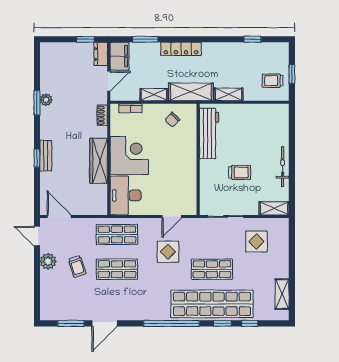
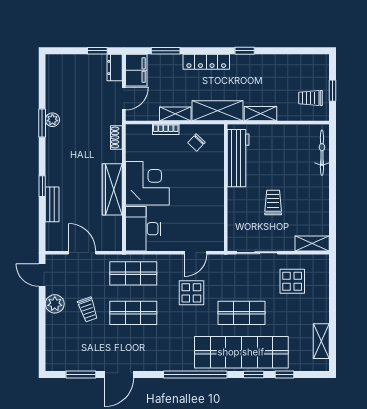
window: (252, 39) -> (245, 51), moved
bookcase: (130, 108) -> (166, 129), moved
bench: (46, 156) -> (52, 204), moved
bicycle: (283, 167) -> (322, 153), moved
trolley: (240, 172) -> (273, 202), turned -90
door: (59, 216) -> (82, 253), moved

